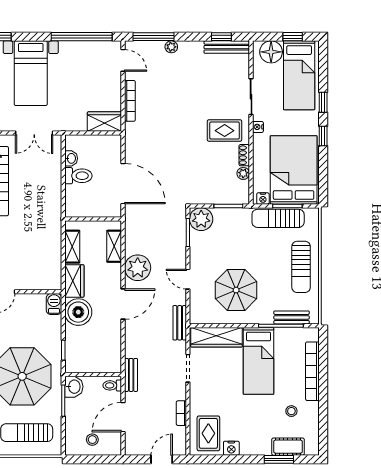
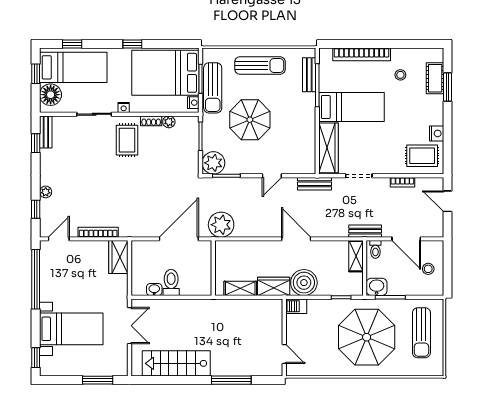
window: (153, 37) -> (36, 209), width x0.46
bench: (227, 47) -> (46, 132), width x0.73
window: (323, 102) -> (72, 44), moved
shelving: (114, 246) -> (356, 256), moved, turned 90
plant: (138, 268) -> (221, 225), moved
parasol: (236, 290) -> (250, 120), moved

